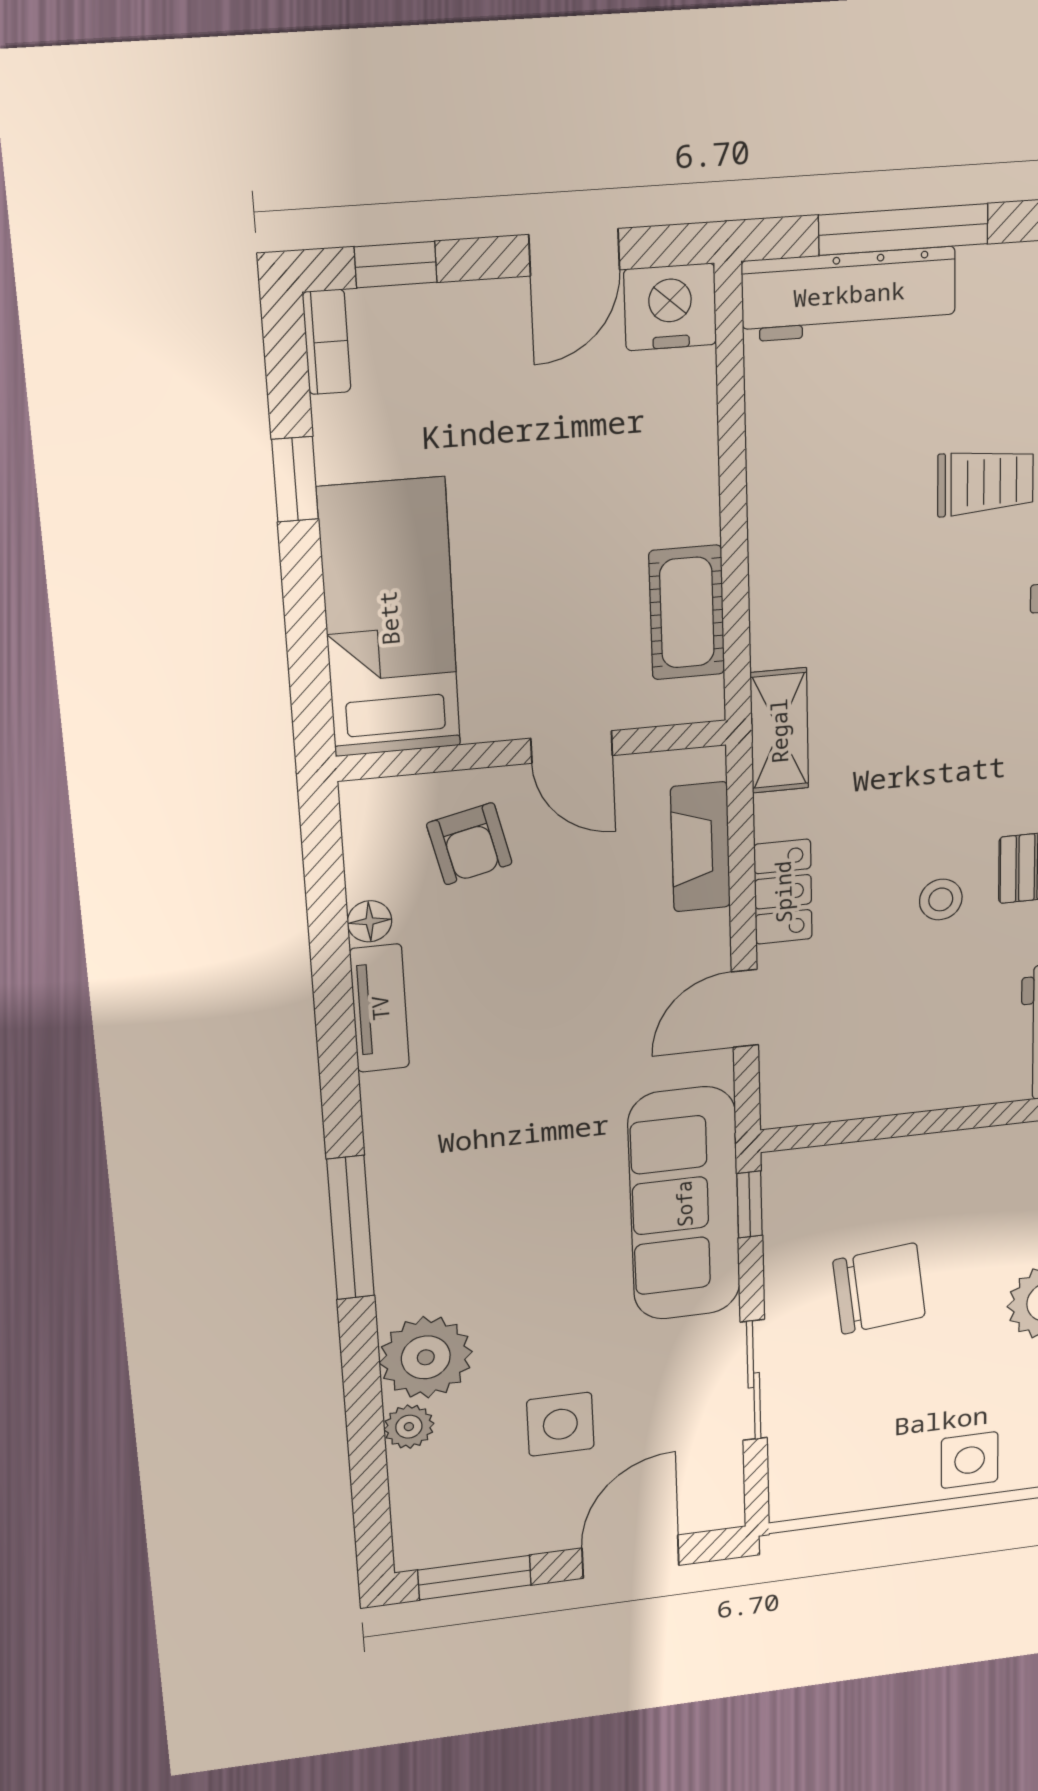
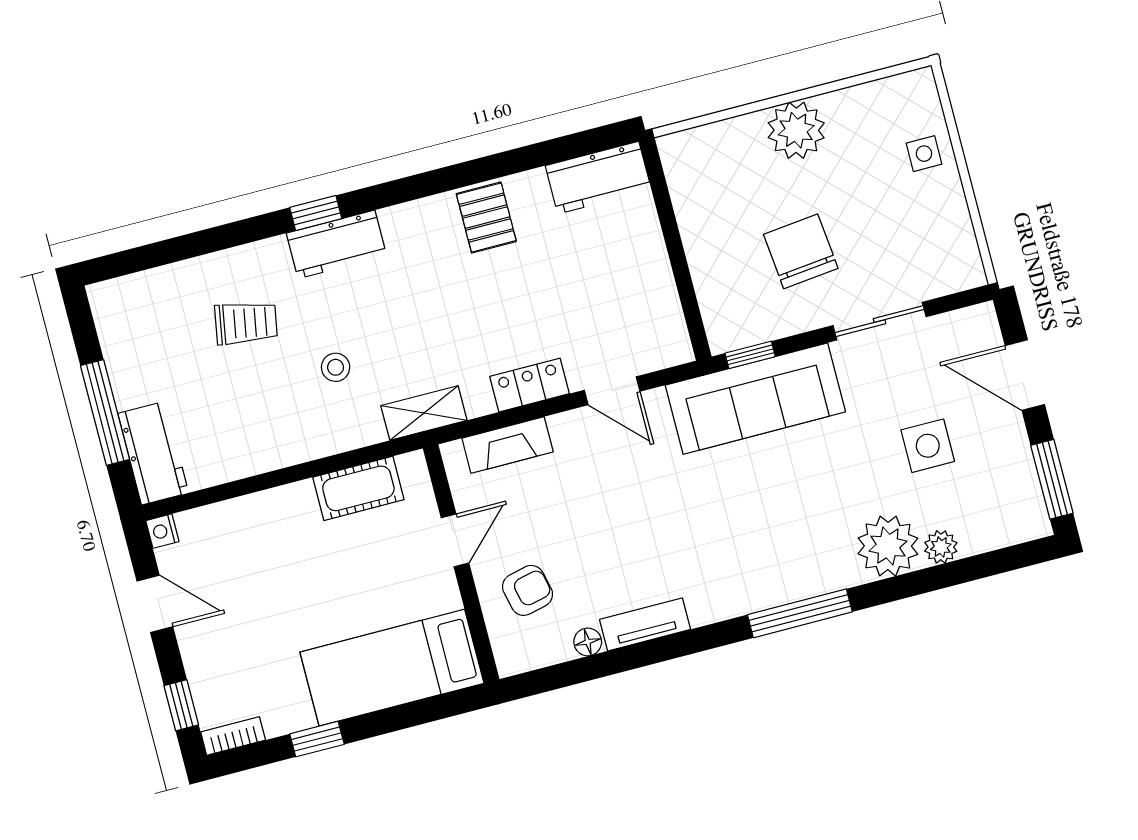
workbench: (849, 294) -> (153, 453), width x0.73
nightstand: (670, 307) -> (162, 531), width x0.53, depth x0.56
trolley: (985, 482) -> (246, 323), turned 100
stool: (941, 899) -> (336, 367), moved
side table: (970, 1460) -> (924, 154), width x0.73, depth x0.73

